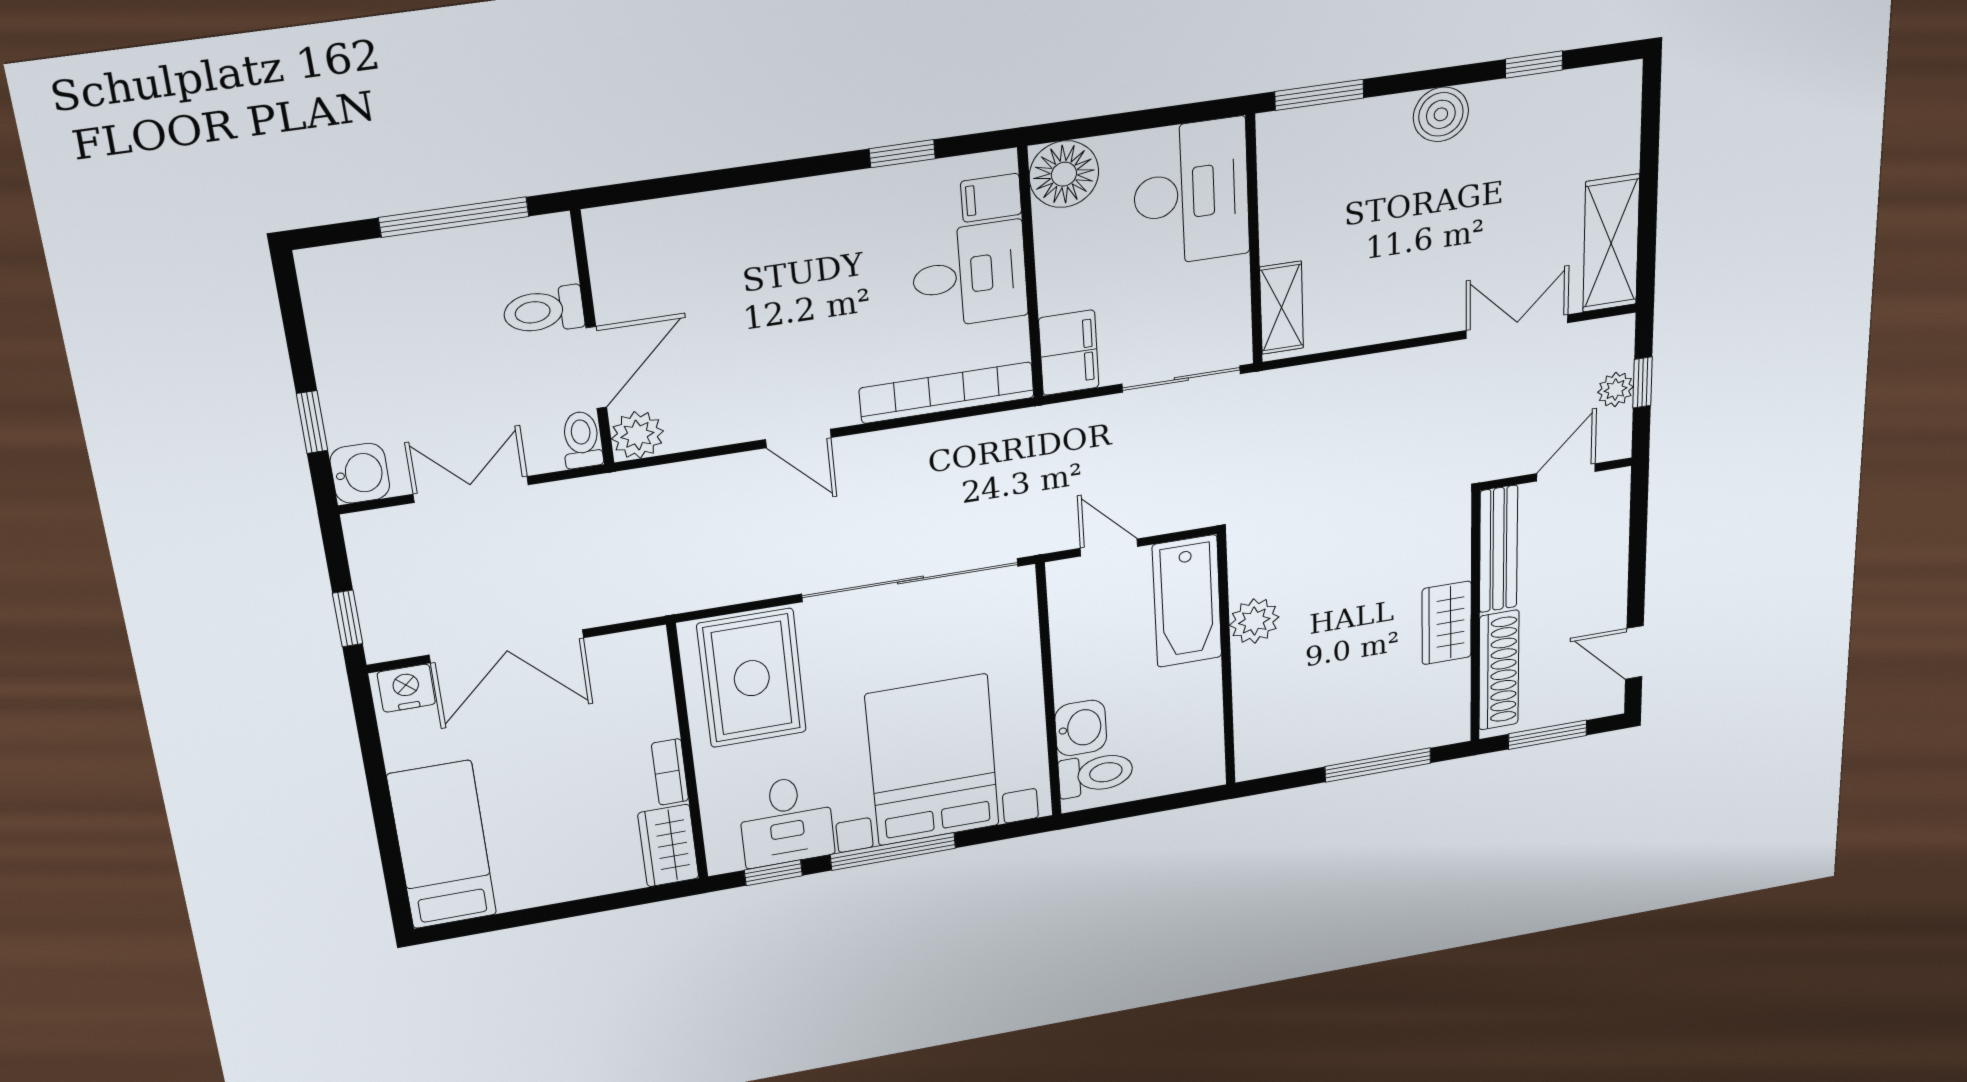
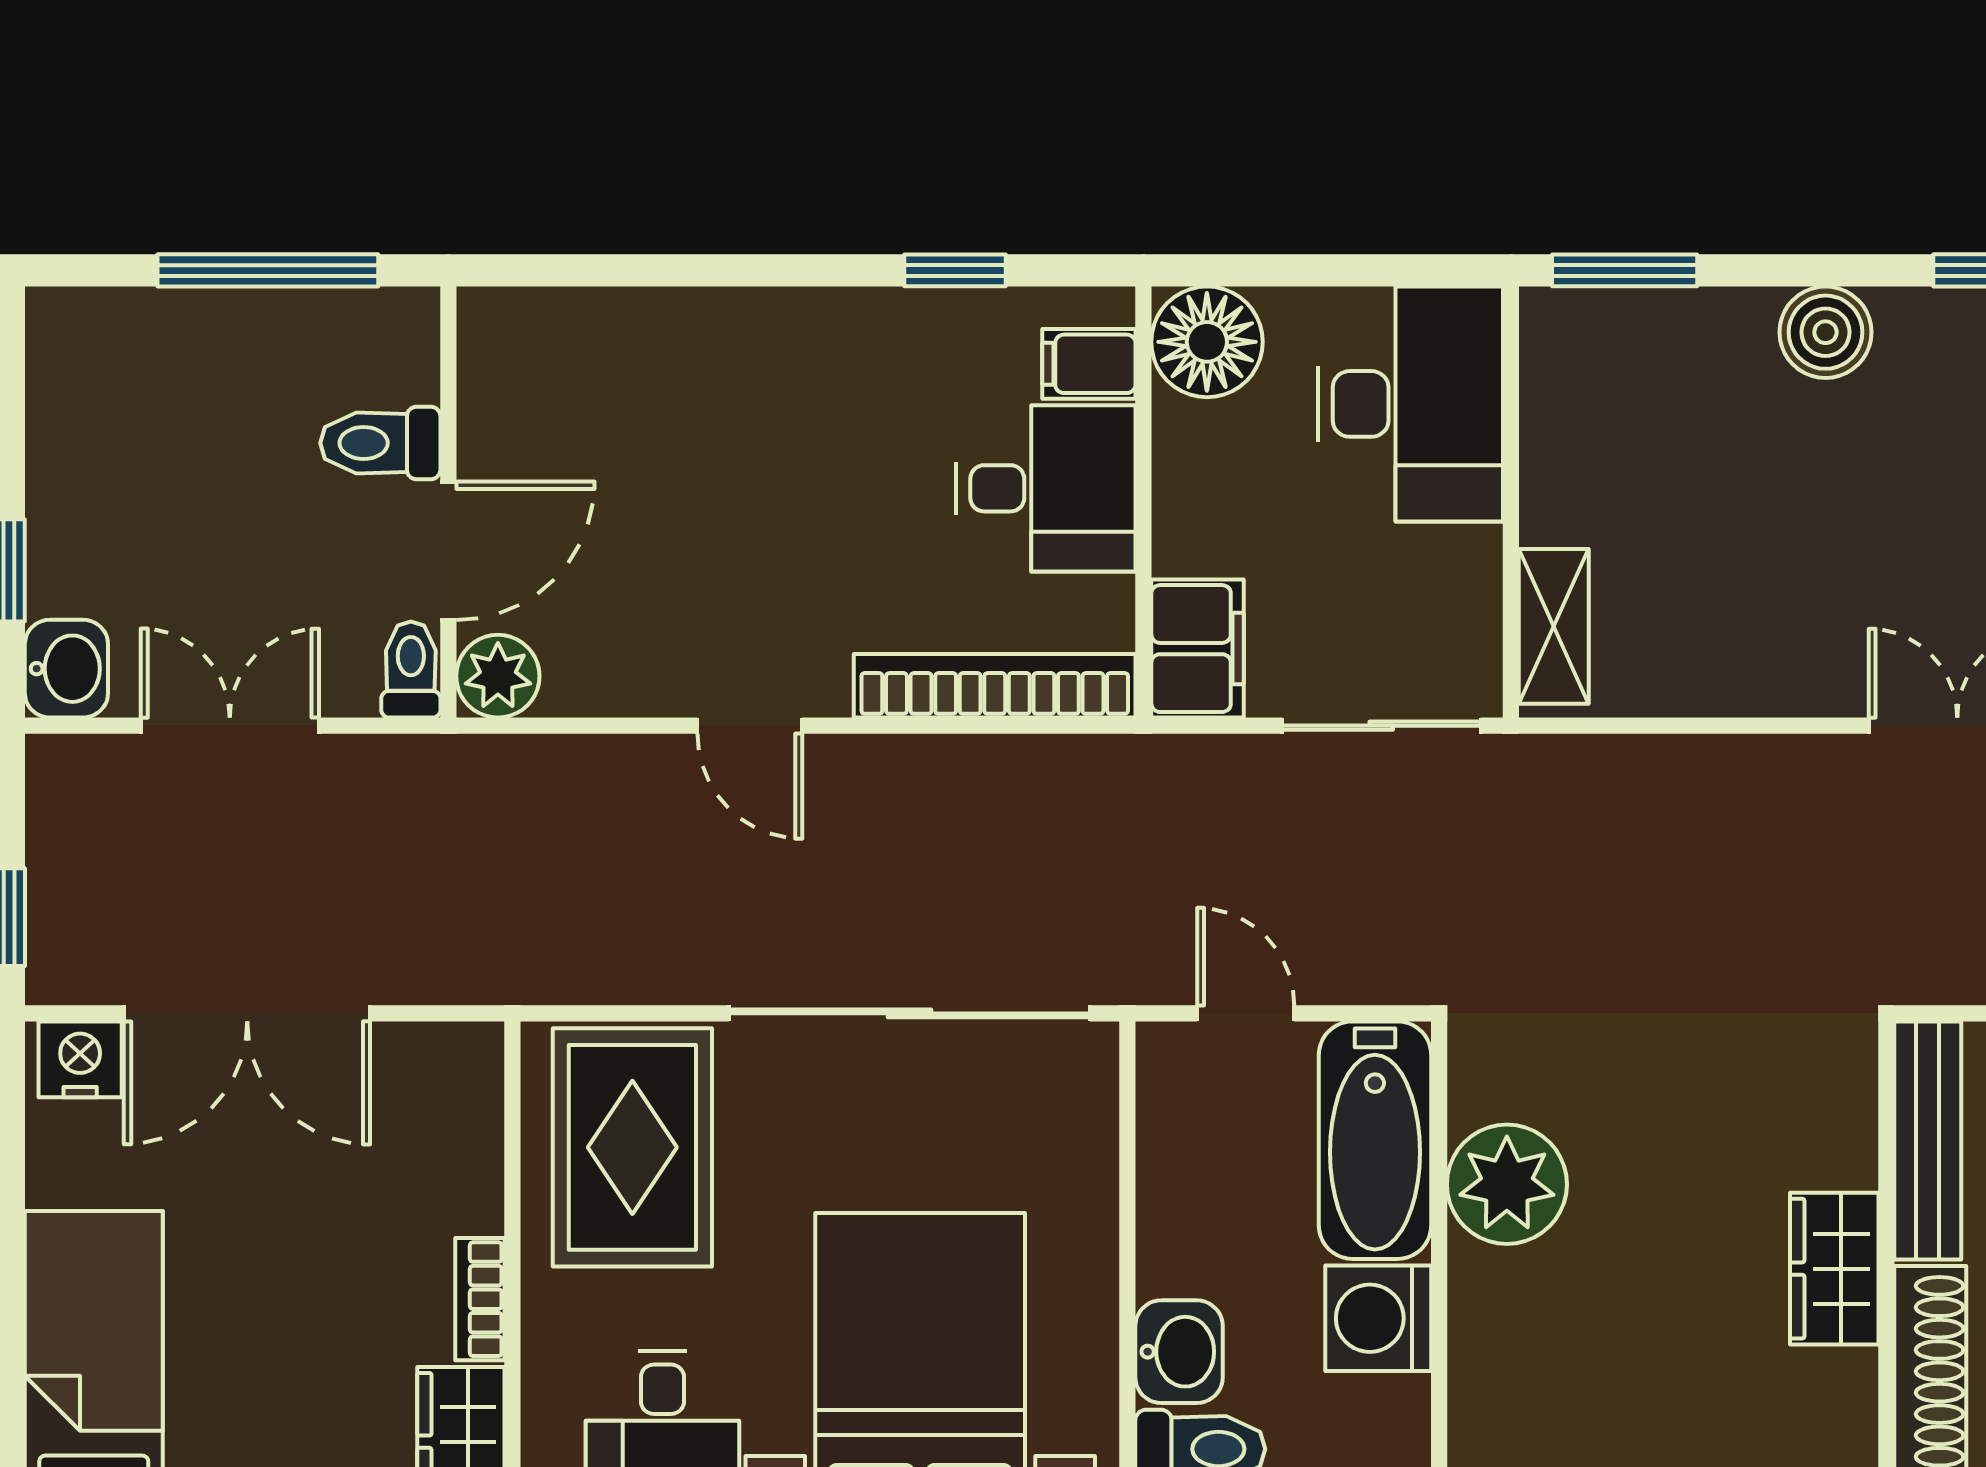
plant: (1254, 621) -> (1507, 1184), width x1.36, depth x1.36
washing machine: (1193, 692) -> (1378, 1318), added

